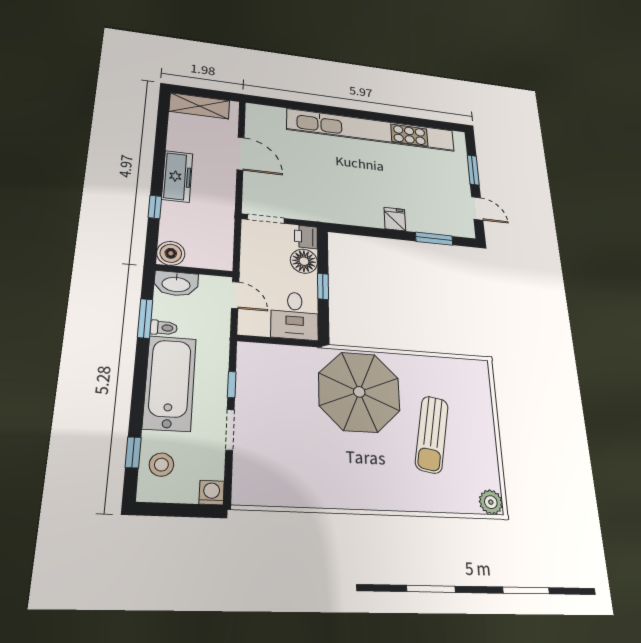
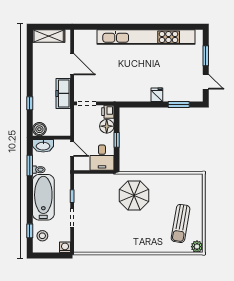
freezer: (177, 176) -> (63, 93), moved, turned 180
parasol: (359, 392) -> (134, 196), width x0.73, depth x0.73
sun lounger: (432, 434) -> (181, 223), moved

